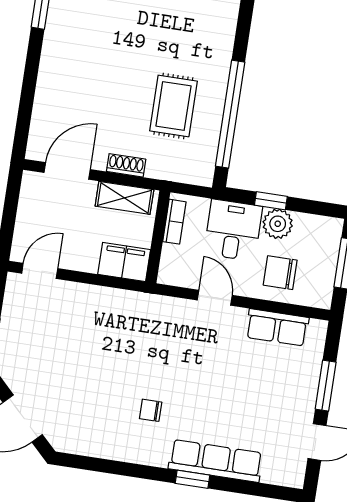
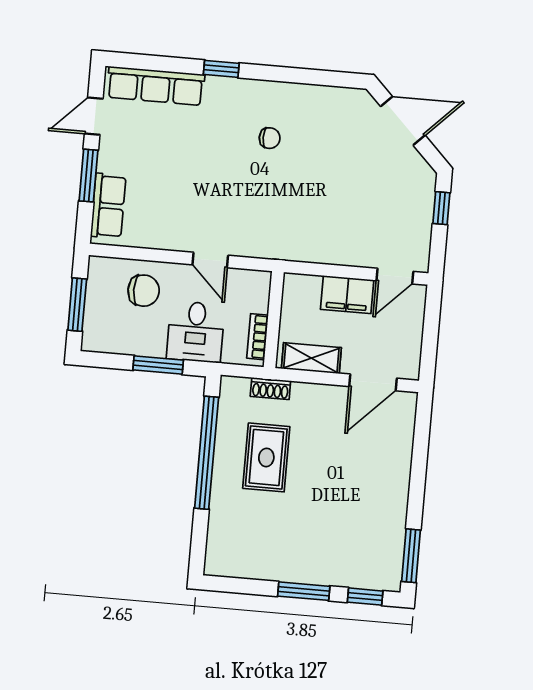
shoe rack: (126, 165) -> (270, 389), moved
window: (271, 201) -> (158, 365), width x1.50
plant: (278, 224) -> (150, 341), removed
filing cabinet: (124, 262) -> (347, 295), moved
row of seats: (277, 327) -> (108, 206), moved, turned 90
row of seats: (216, 461) -> (156, 86), moved

